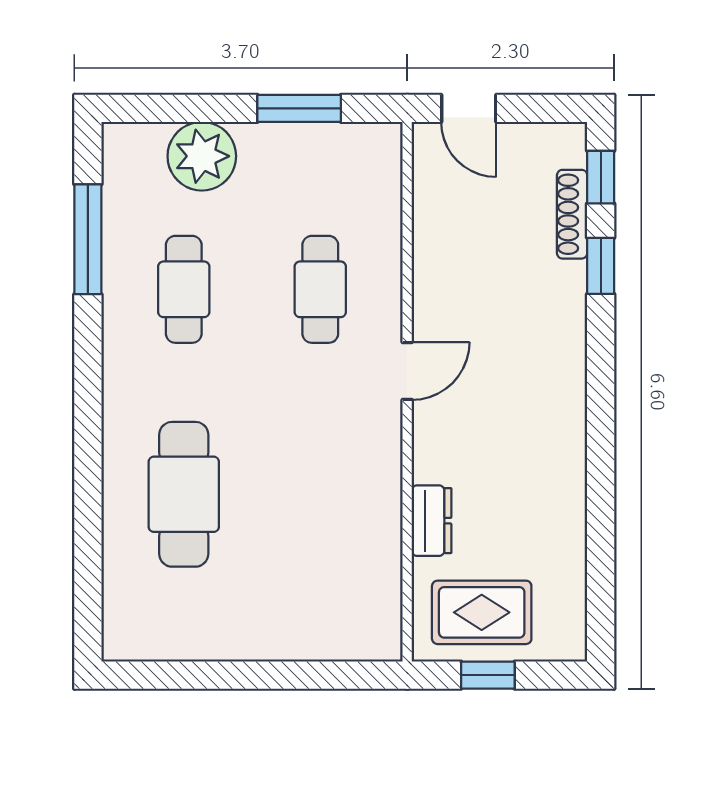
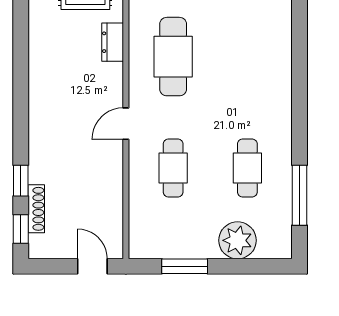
cafe table: (184, 494) -> (173, 57), moved

